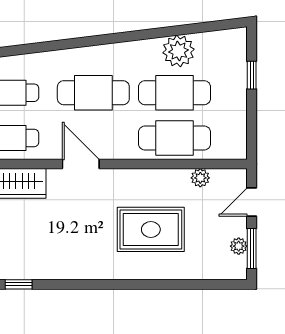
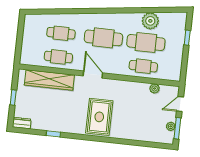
cafe table: (175, 138) -> (143, 66), width x0.73, depth x0.74
rug: (151, 229) -> (99, 117), moved, turned 90

